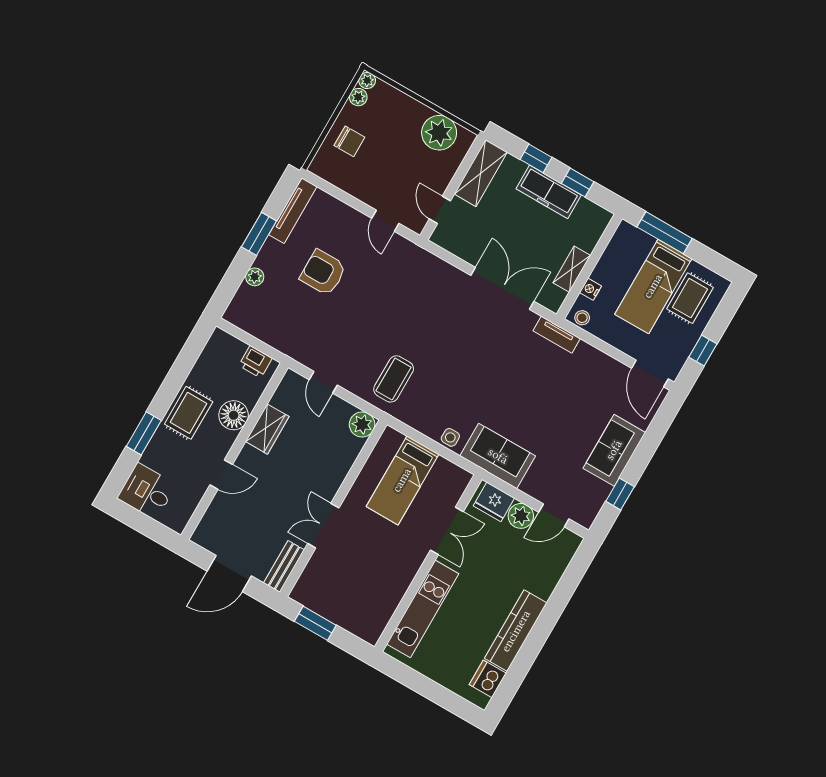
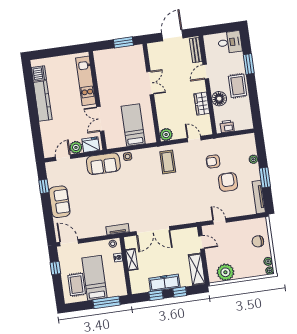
armchair: (323, 273) -> (228, 182), turned -90
armchair: (321, 323) -> (213, 161), added
bench: (284, 566) -> (196, 50), moved

